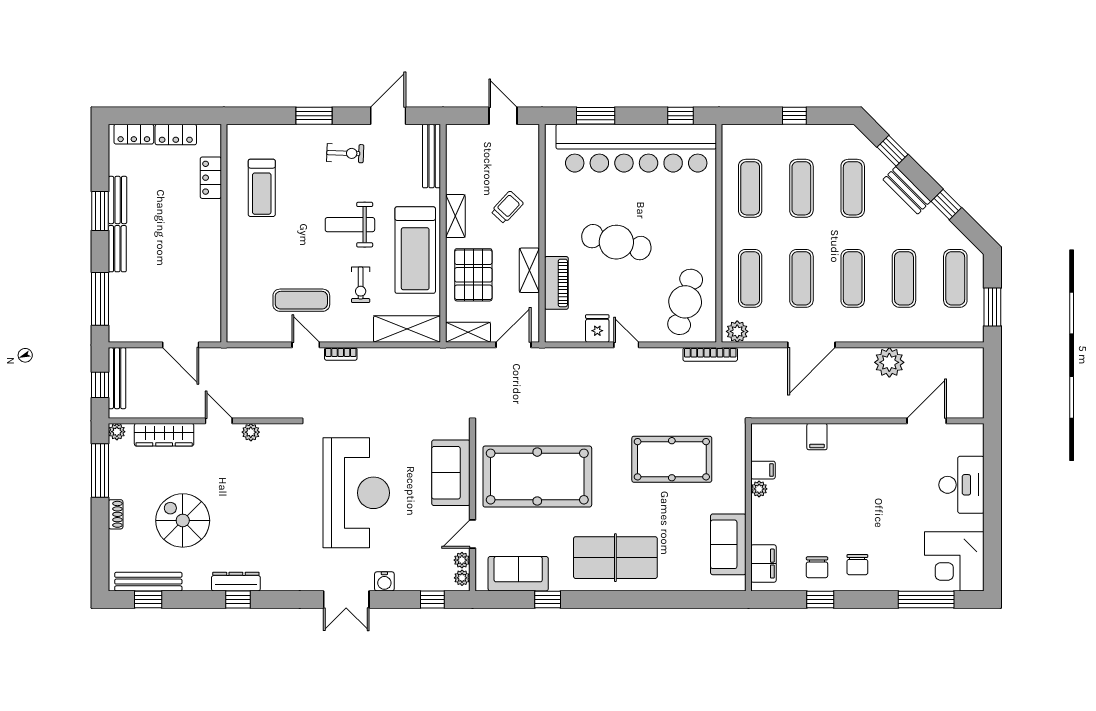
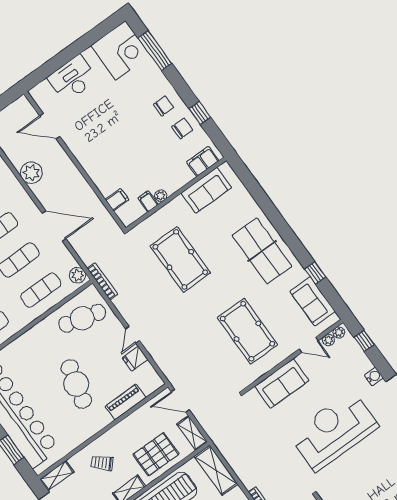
shelving: (529, 270) -> (57, 476), moved
filing cabinet: (817, 437) -> (117, 200), moved
pool table: (537, 477) -> (247, 331), width x0.73, depth x0.76

